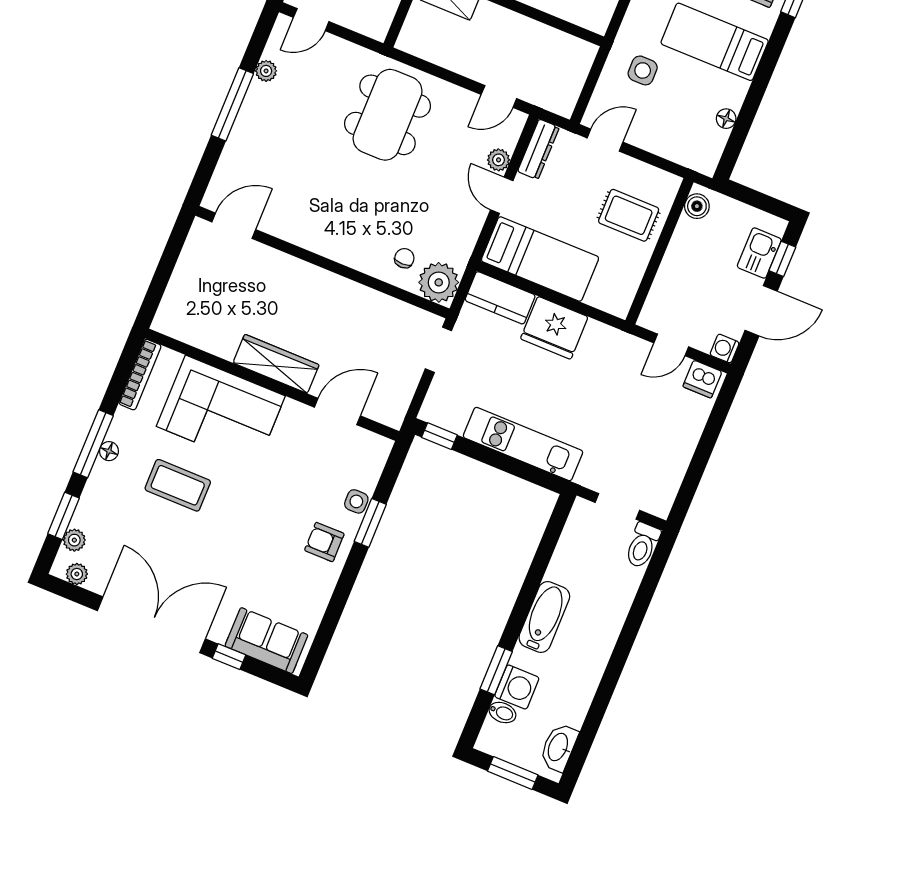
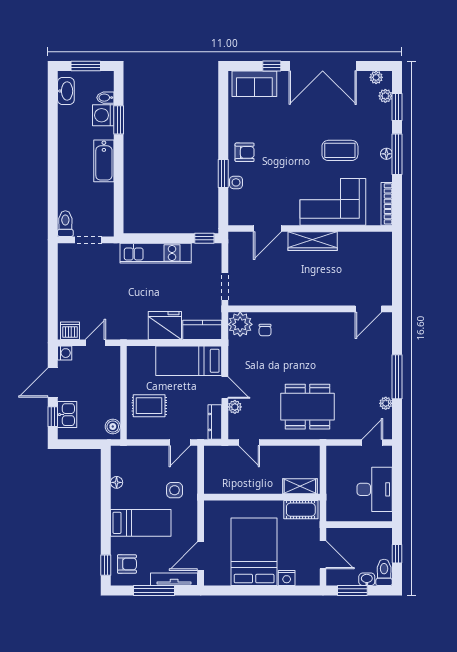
door: (499, 97) -> (249, 442), swing flipped
dining table: (388, 115) -> (308, 407), turned 90

